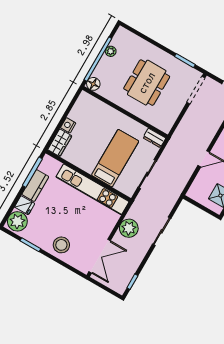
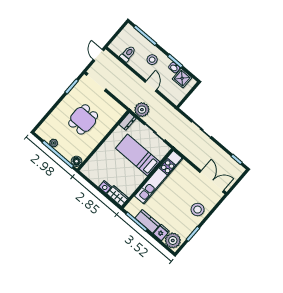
dining table: (147, 83) -> (83, 119), width x0.73
plant: (129, 228) -> (142, 110), moved

